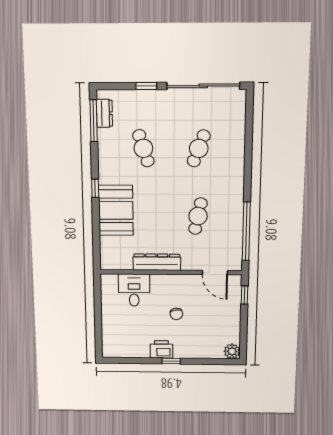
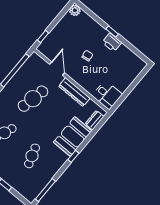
dresser: (104, 113) -> (95, 120), moved
cafe table: (198, 216) -> (33, 99), width x1.37, depth x1.35
door: (215, 273) -> (57, 69), moved
desk: (134, 290) -> (107, 95), moved, turned -90

